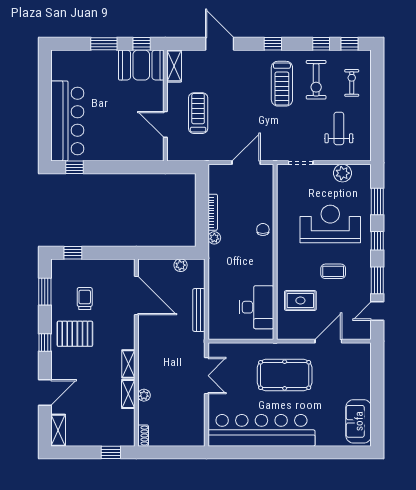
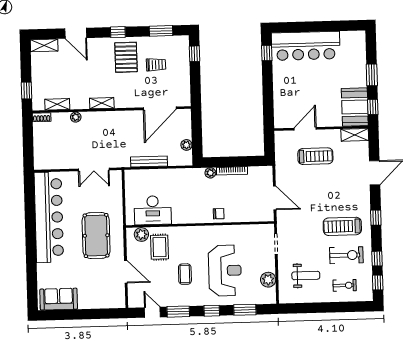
exercise bike: (316, 80) -> (346, 255), turned 180
plant: (285, 321) -> (141, 234), added
shelving: (128, 394) -> (57, 104), moved

